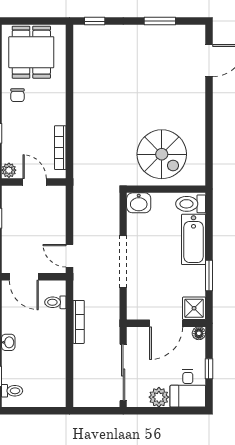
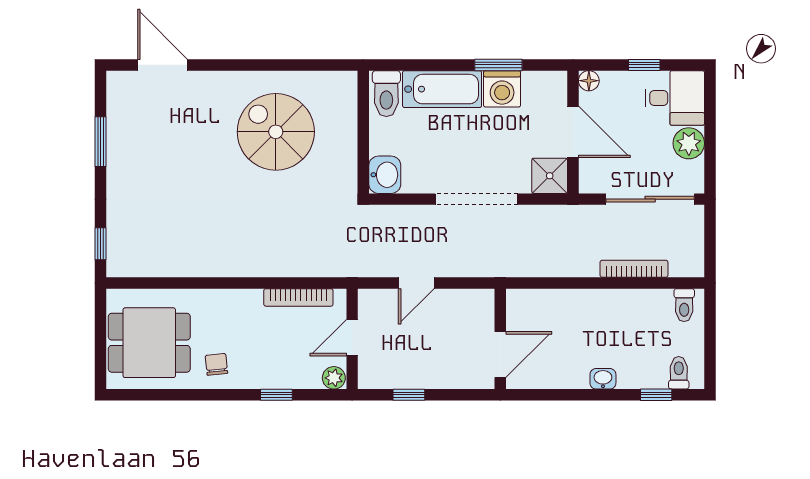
chair: (17, 95) -> (216, 364), turned -96
spiral stairs: (162, 154) -> (276, 132), moved, turned -90
door: (70, 256) -> (416, 283), moved
washing machine: (194, 278) -> (502, 89), added
toilet: (55, 302) -> (684, 305), moved
shower: (194, 308) -> (550, 176), moved
bookcase: (79, 322) -> (634, 269), moved

